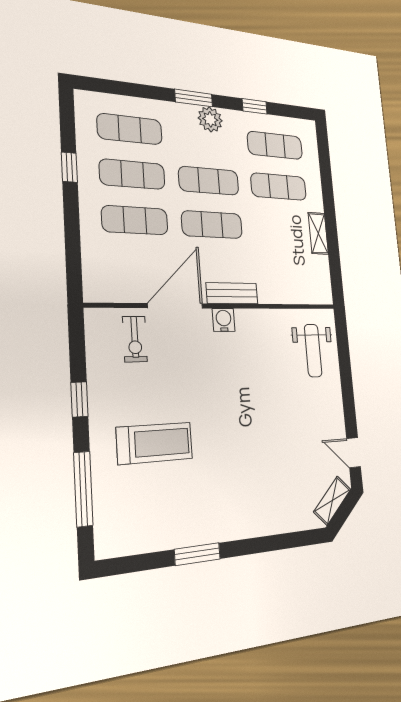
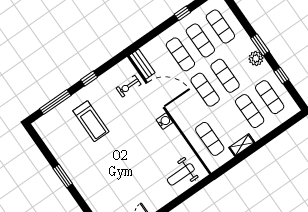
exercise mat: (286, 272) -> (210, 139), added
bench: (232, 293) -> (142, 64), moved
window: (197, 554) -> (63, 176), moved

